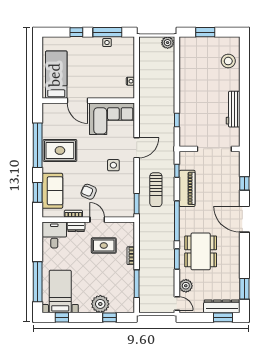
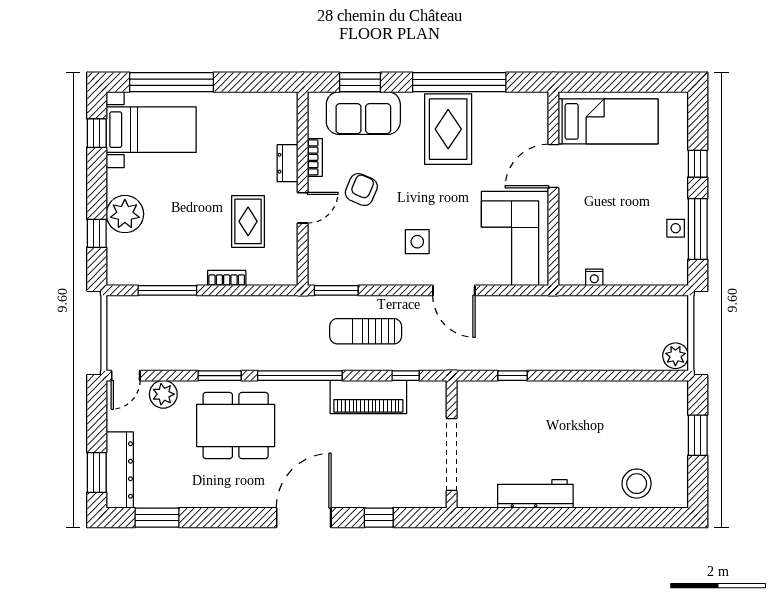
desk: (54, 235) -> (270, 117), removed

